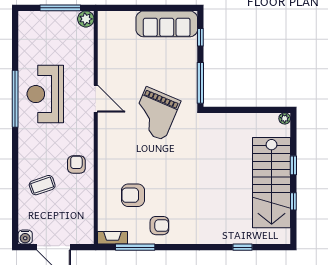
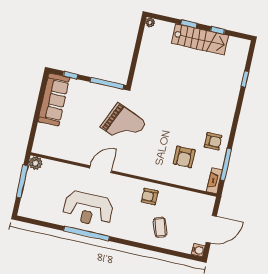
stairs: (272, 183) -> (200, 39), width x0.73, depth x0.66
armchair: (159, 226) -> (213, 141), turned 90

